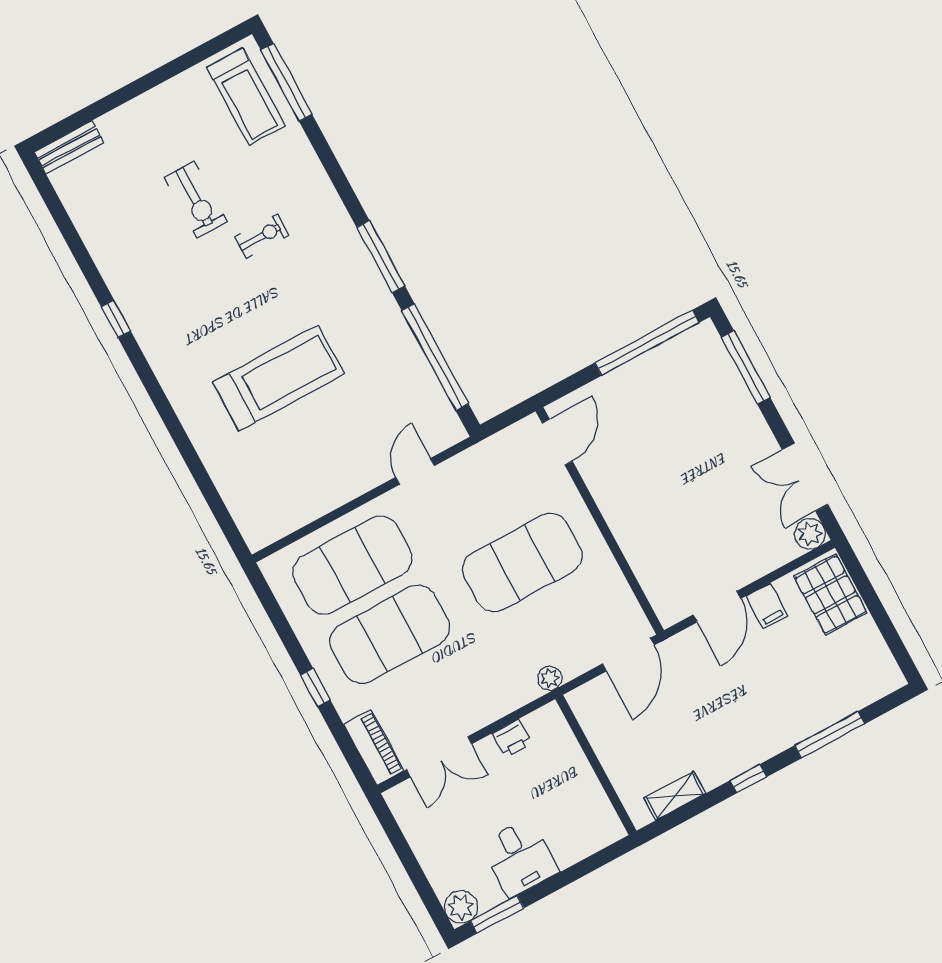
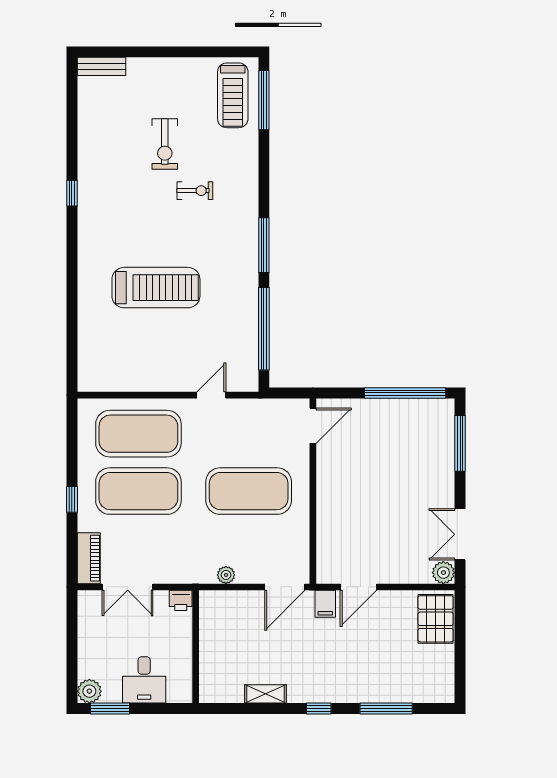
filing cabinet: (767, 606) -> (325, 604), moved
wall: (596, 765) -> (196, 647), moved

